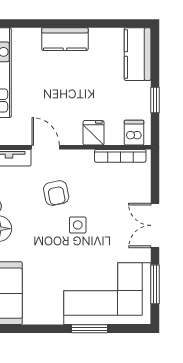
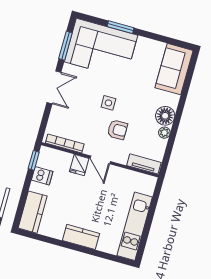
window: (155, 100) -> (34, 160), moved
dishwasher: (134, 133) -> (42, 176), moved, turned -90
door: (46, 147) -> (100, 160), moved
armchair: (56, 193) -> (117, 130), turned 101

